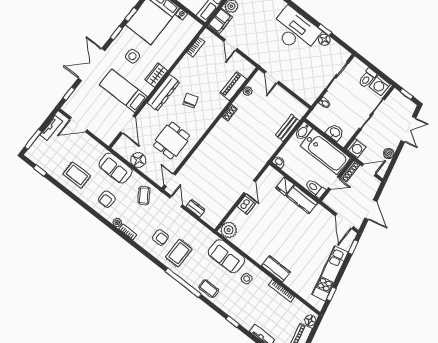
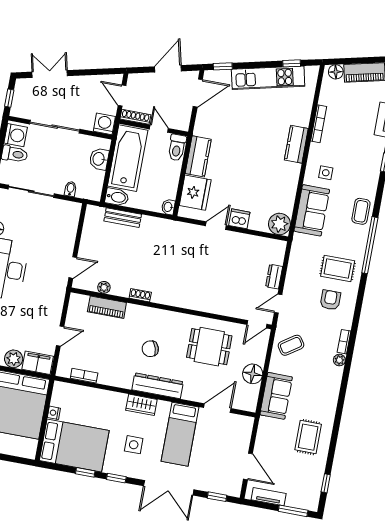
boiler: (389, 154) -> (90, 82), removed
fridge: (285, 186) -> (195, 193), width x1.88, depth x1.34
armchair: (107, 199) -> (318, 387), removed

